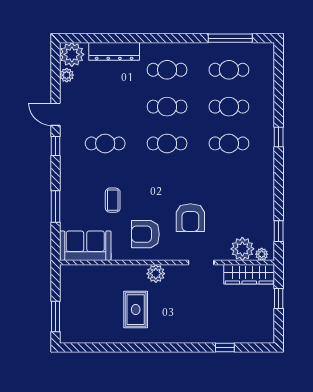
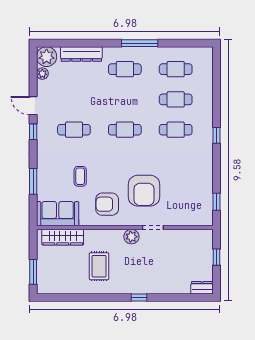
window: (230, 38) -> (140, 43), moved
cafe table: (167, 107) -> (125, 99), removed
window: (279, 137) -> (217, 135), moved
armchair: (190, 218) -> (144, 191), width x1.36, depth x1.36
plant: (242, 249) -> (187, 216), removed
plant: (262, 254) -> (203, 221), removed
plant: (156, 274) -> (131, 237), moved
wardrobe: (249, 274) -> (63, 237), moved
dresser: (261, 336) -> (202, 288), added
window: (225, 348) -> (139, 297), moved

